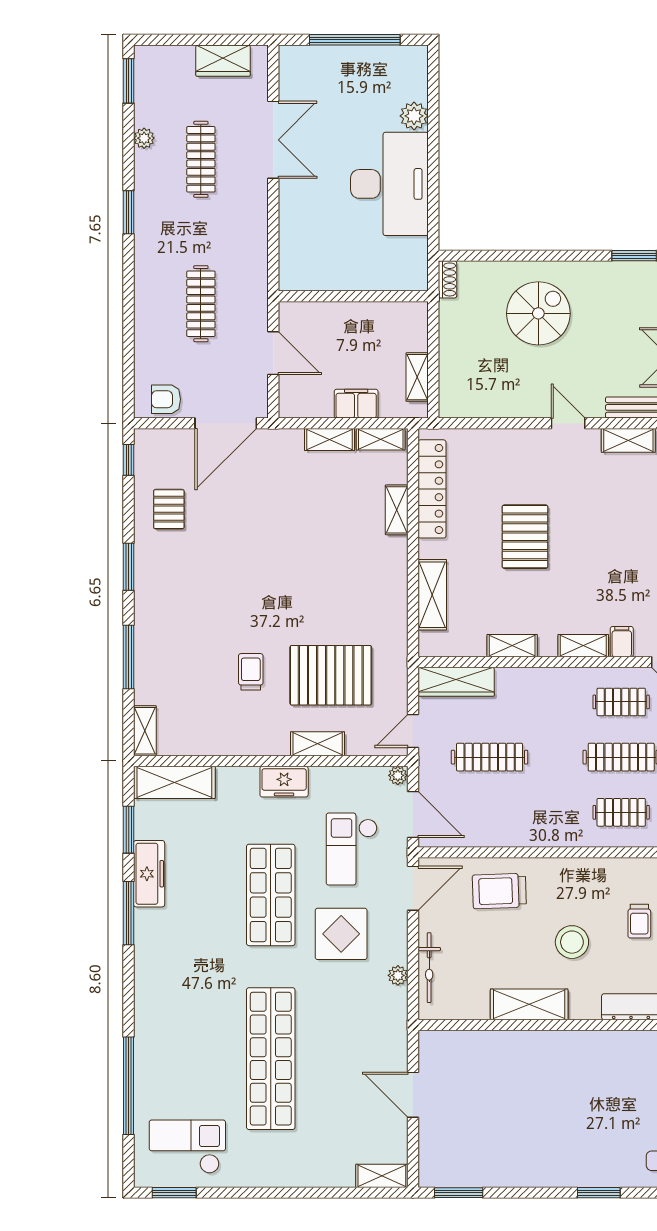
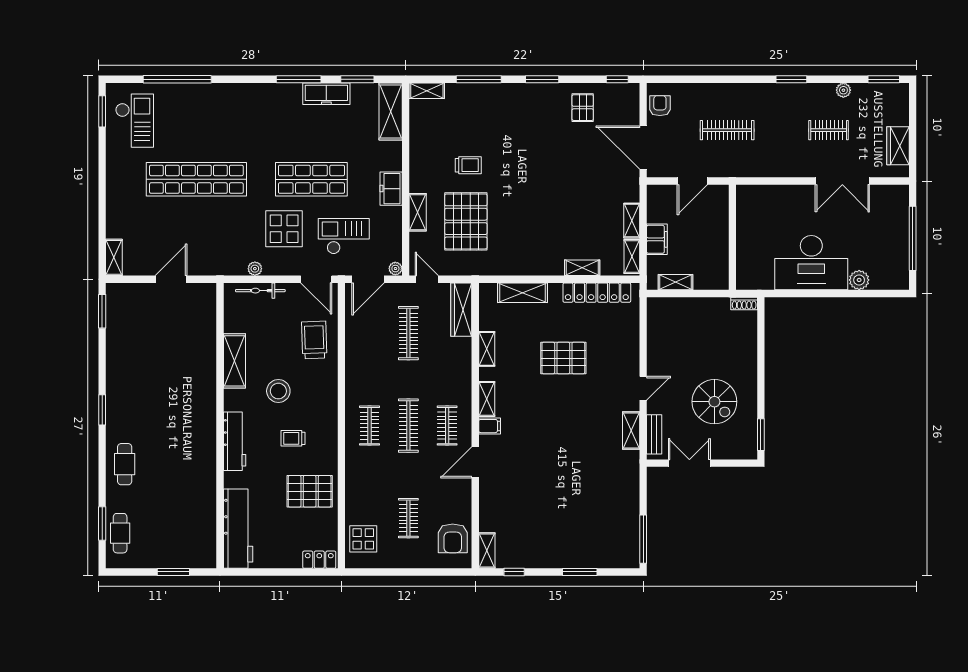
clothes rail: (201, 159) -> (829, 130), width x0.73
spiral stairs: (538, 313) -> (714, 402), moved
pallet: (169, 509) -> (583, 108), turned 90

